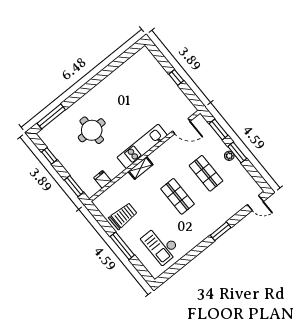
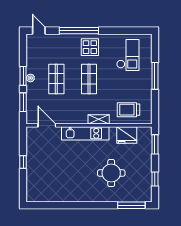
fridge: (102, 179) -> (127, 135), width x1.88, depth x1.34
trolley: (123, 216) -> (128, 110), moved
display table: (199, 225) -> (90, 47), added
window: (221, 231) -> (79, 31), width x2.11

